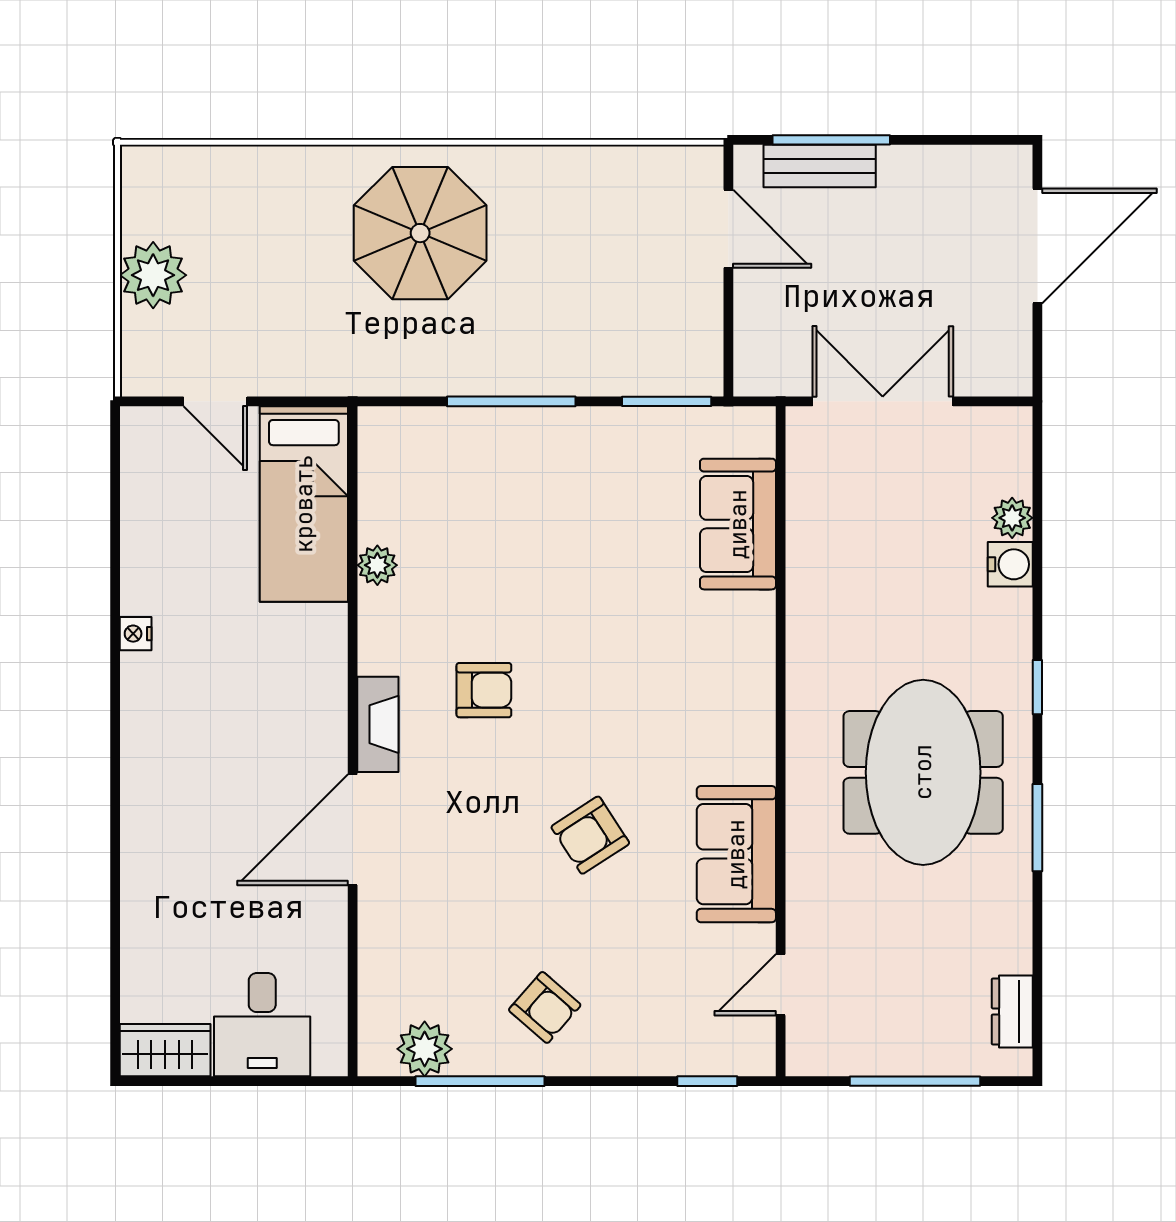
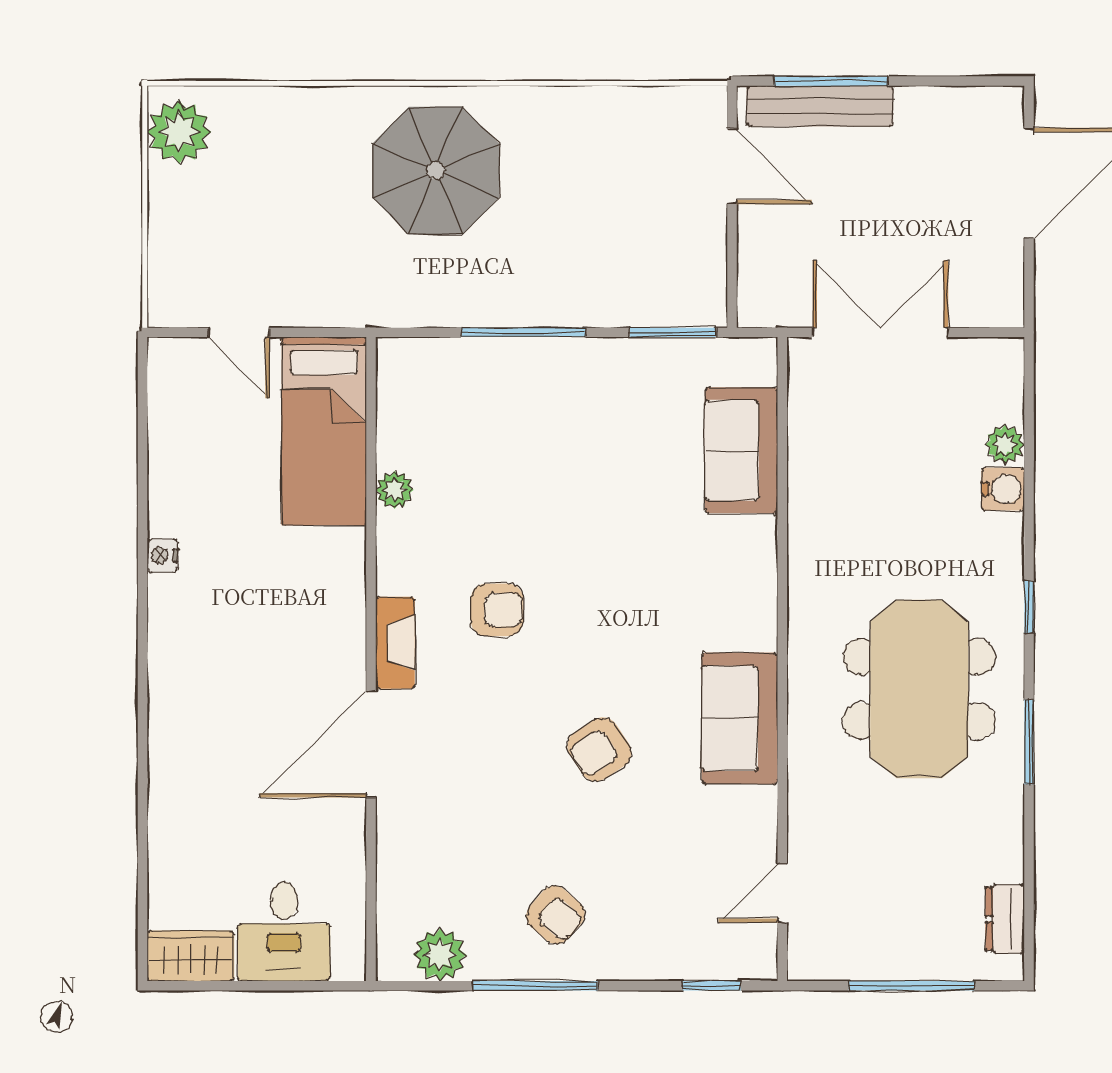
bench: (820, 166) -> (820, 106), width x1.36
plant: (153, 275) -> (179, 132), moved
sofa: (736, 854) -> (740, 718), moved
window: (480, 1081) -> (535, 986), moved

